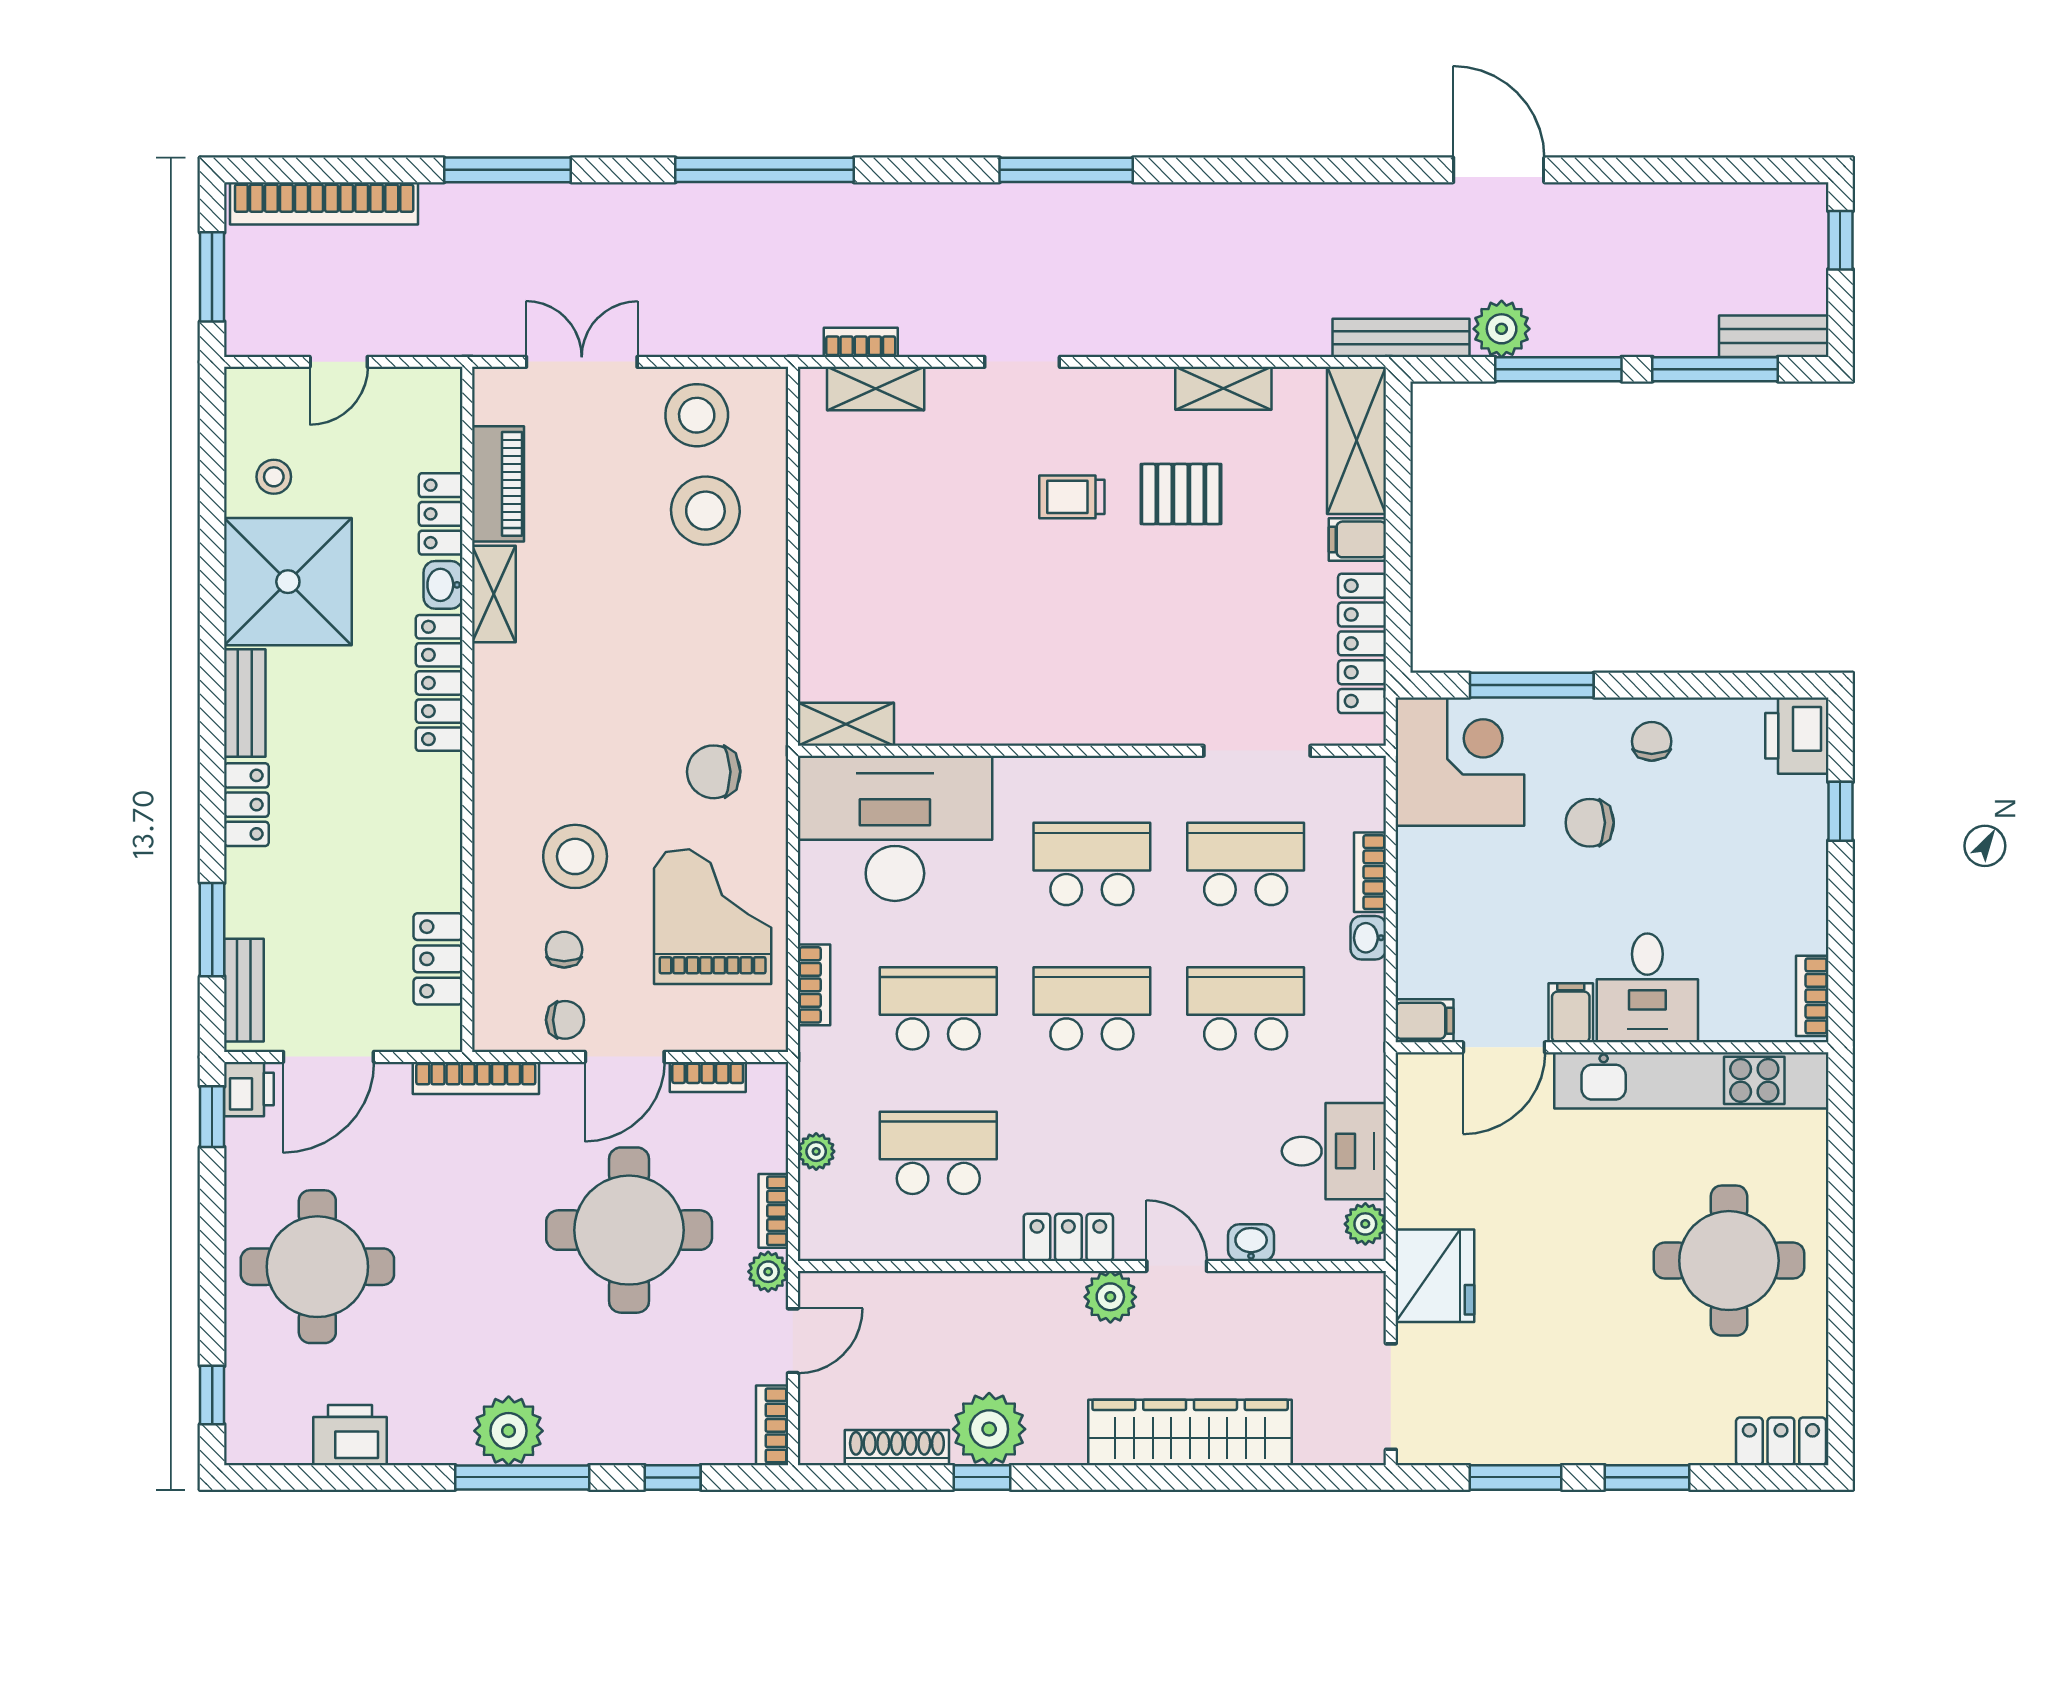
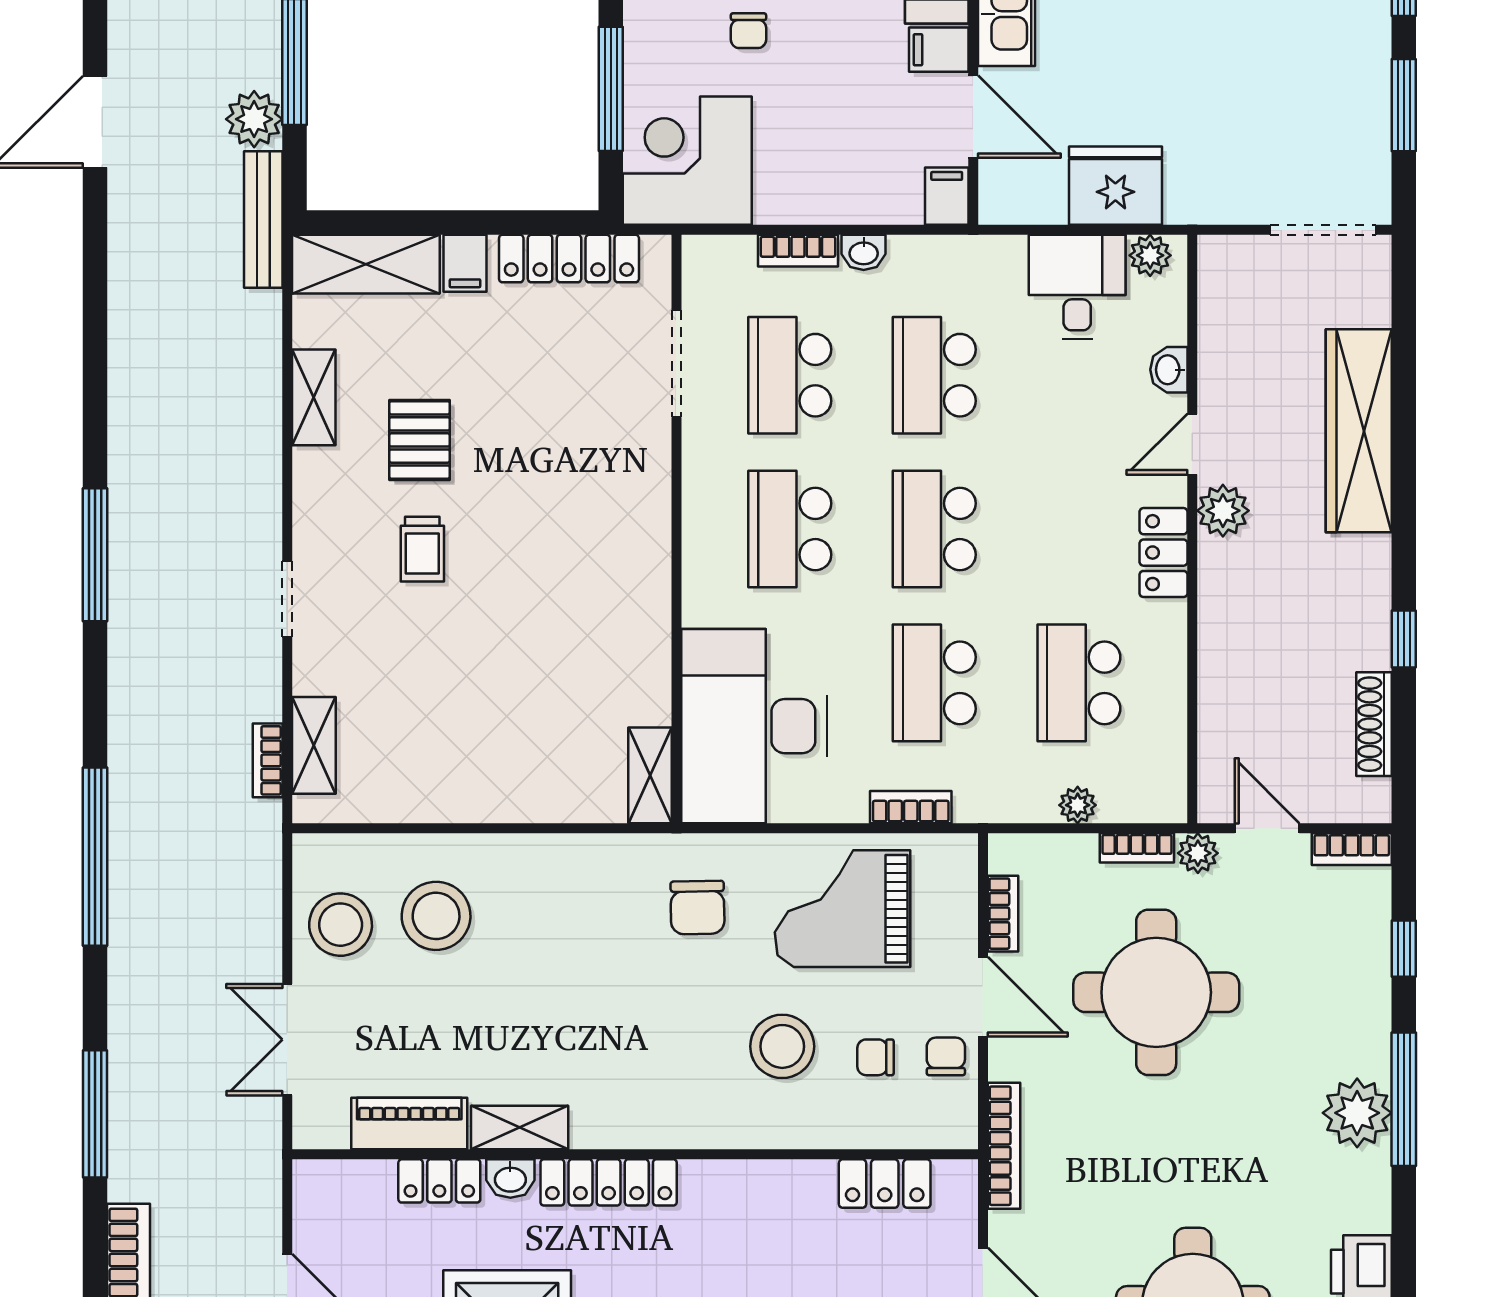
chair: (1590, 823) -> (748, 31), width x0.73, depth x0.73
fridge: (1435, 1276) -> (1115, 186), moved
plant: (989, 1429) -> (1355, 632), removed

